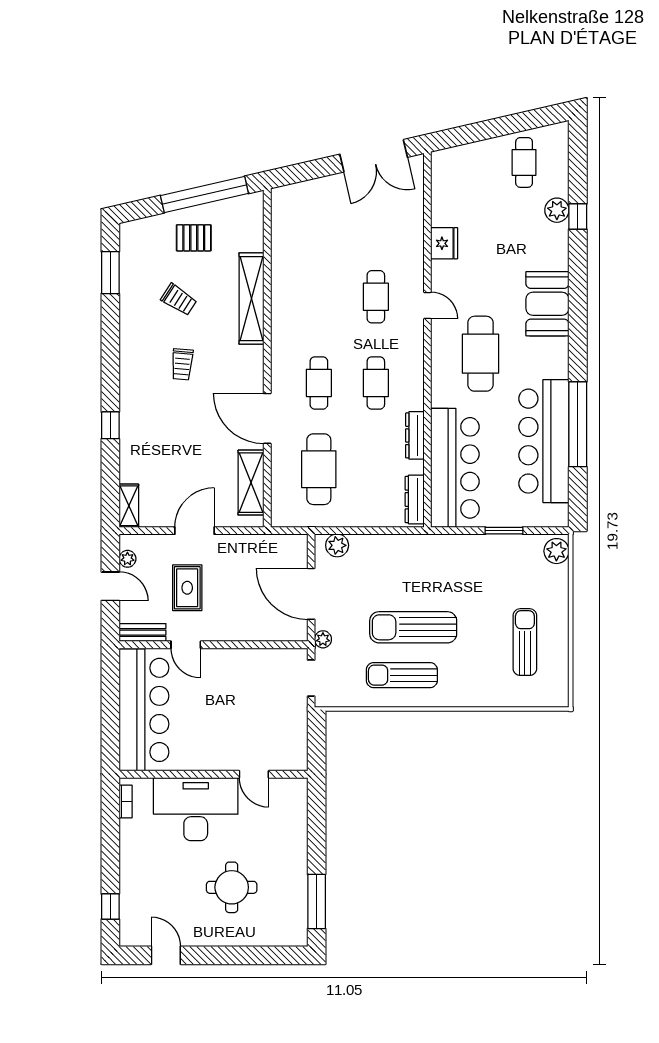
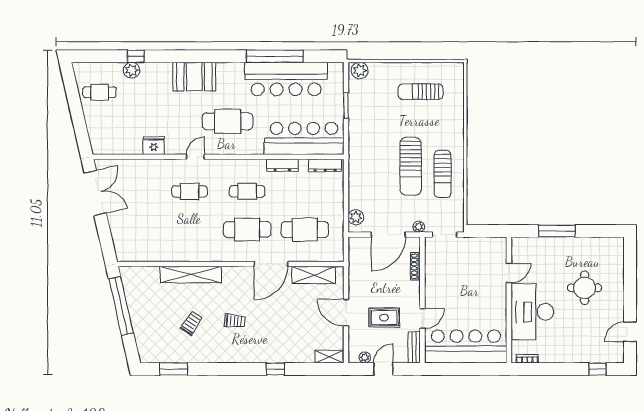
pallet: (194, 238) -> (150, 313), removed
cafe table: (319, 383) -> (247, 229), width x1.37, depth x1.35
shoe rack: (264, 634) -> (415, 266), added
window: (317, 902) -> (557, 231), moved

